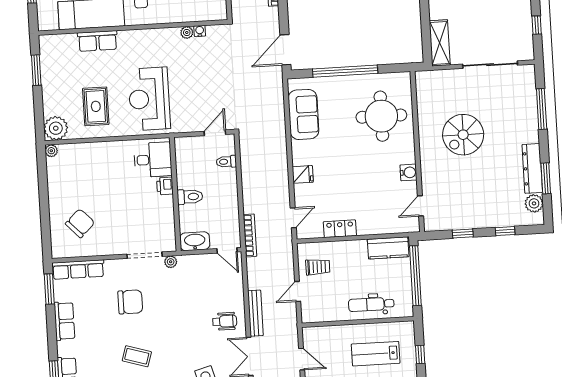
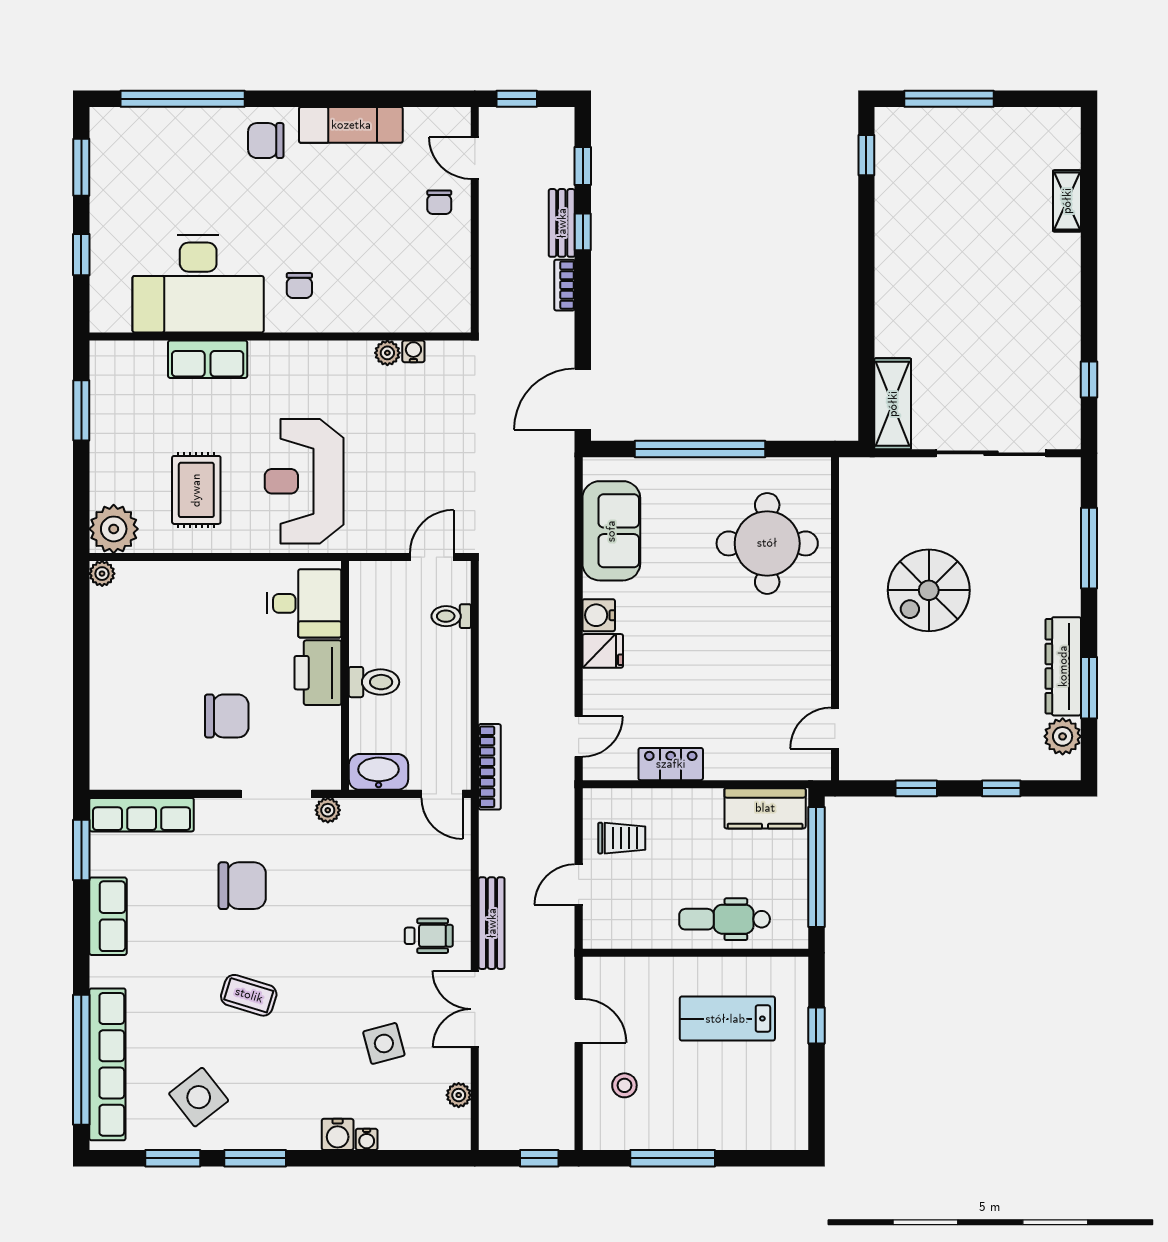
water cooler: (409, 172) -> (599, 615), moved, turned 180
printer: (165, 186) -> (318, 673), width x1.87, depth x1.48
chair: (80, 223) -> (227, 716), moved, turned 44

